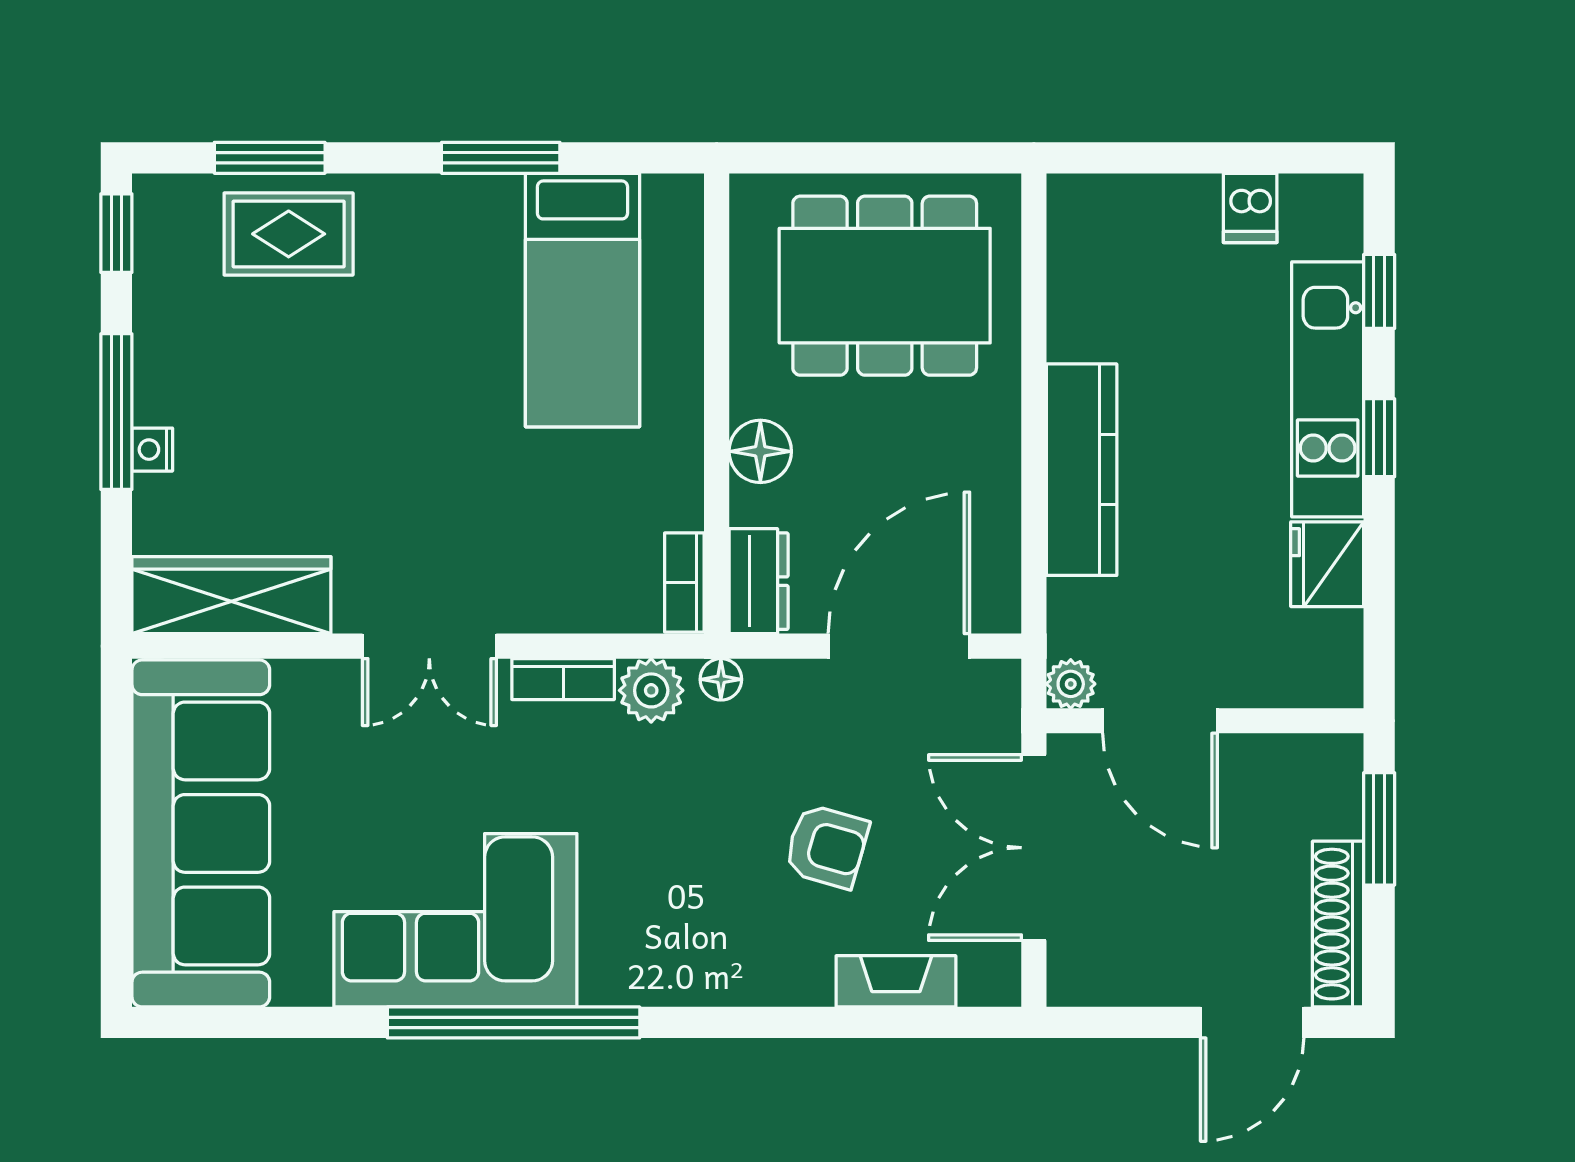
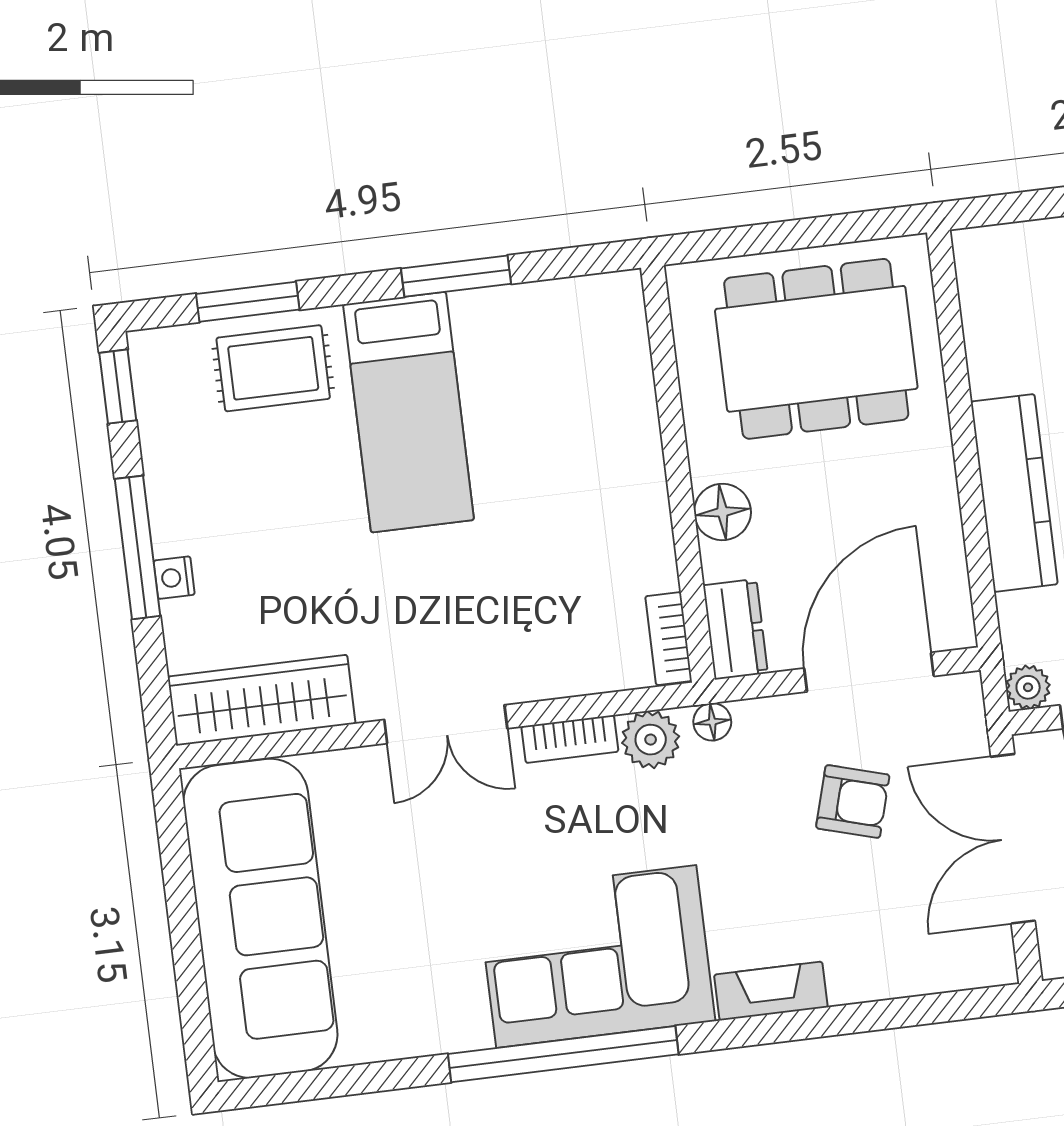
bed: (582, 300) -> (409, 412), moved
armchair: (827, 846) -> (853, 801), moved
corner sofa: (455, 920) -> (596, 956), moved
fireplace: (896, 981) -> (771, 991), moved

